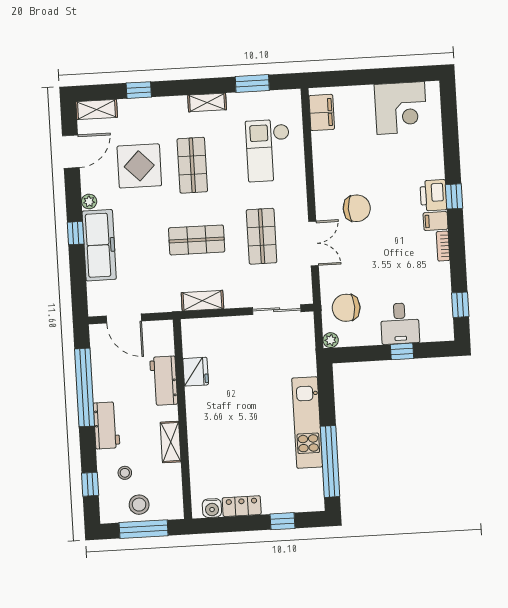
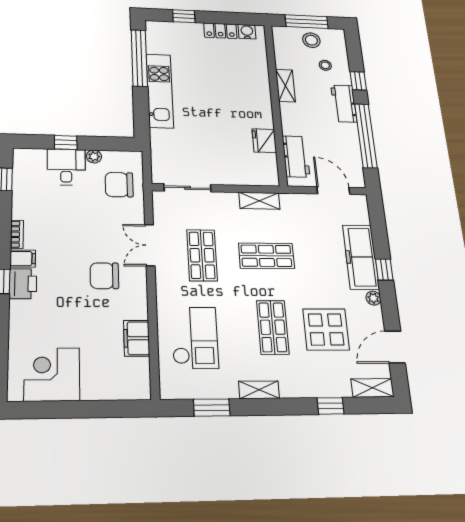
filing cabinet: (322, 112) -> (137, 338), moved
chair: (346, 308) -> (119, 185), turned 180
plant: (331, 340) -> (94, 156), moved
workbench: (164, 381) -> (296, 156), moved
window: (90, 484) -> (358, 81), moved

